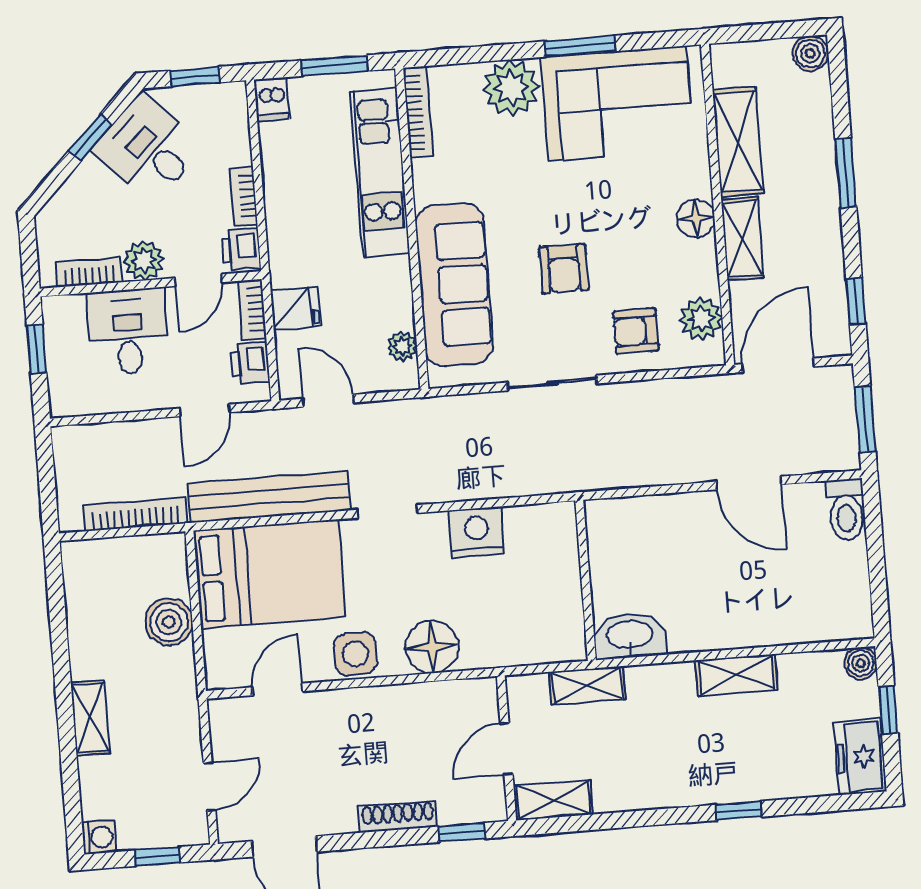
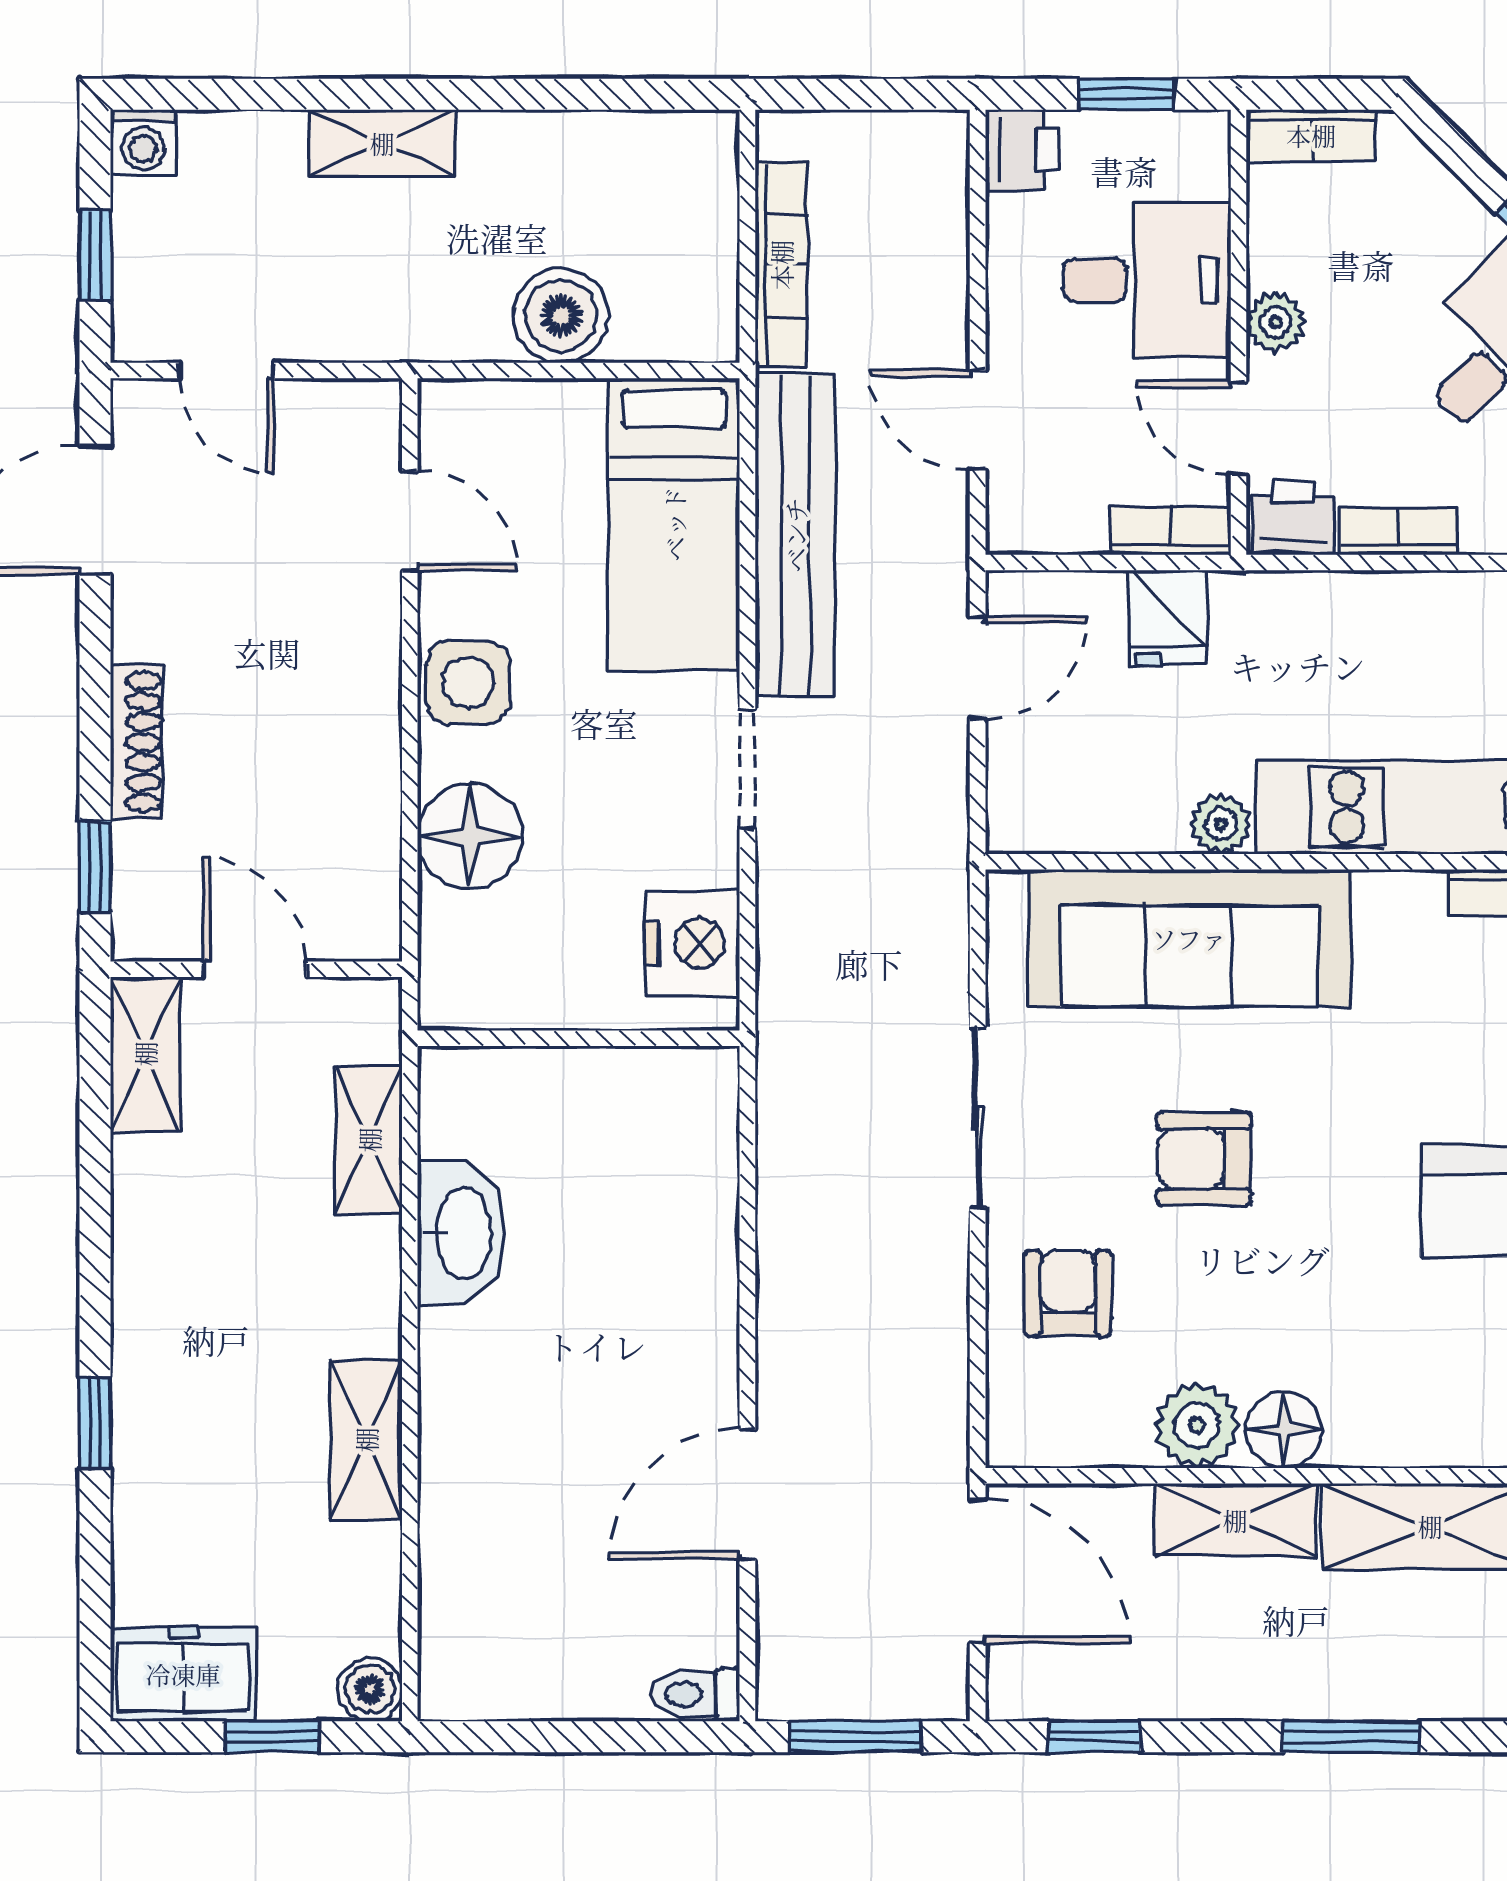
plant: (144, 260) -> (1276, 323), width x0.73, depth x0.73
bookcase: (89, 272) -> (1311, 135), moved, turned 90
plant: (701, 319) -> (1197, 1425), moved
plant: (402, 346) -> (1221, 824), moved
printer: (250, 363) -> (1022, 150), moved, turned 90
toilet: (846, 510) -> (696, 1694), width x0.73, depth x0.72
bed: (270, 574) -> (674, 524), width x0.67
wall: (586, 580) -> (579, 1038), moved

